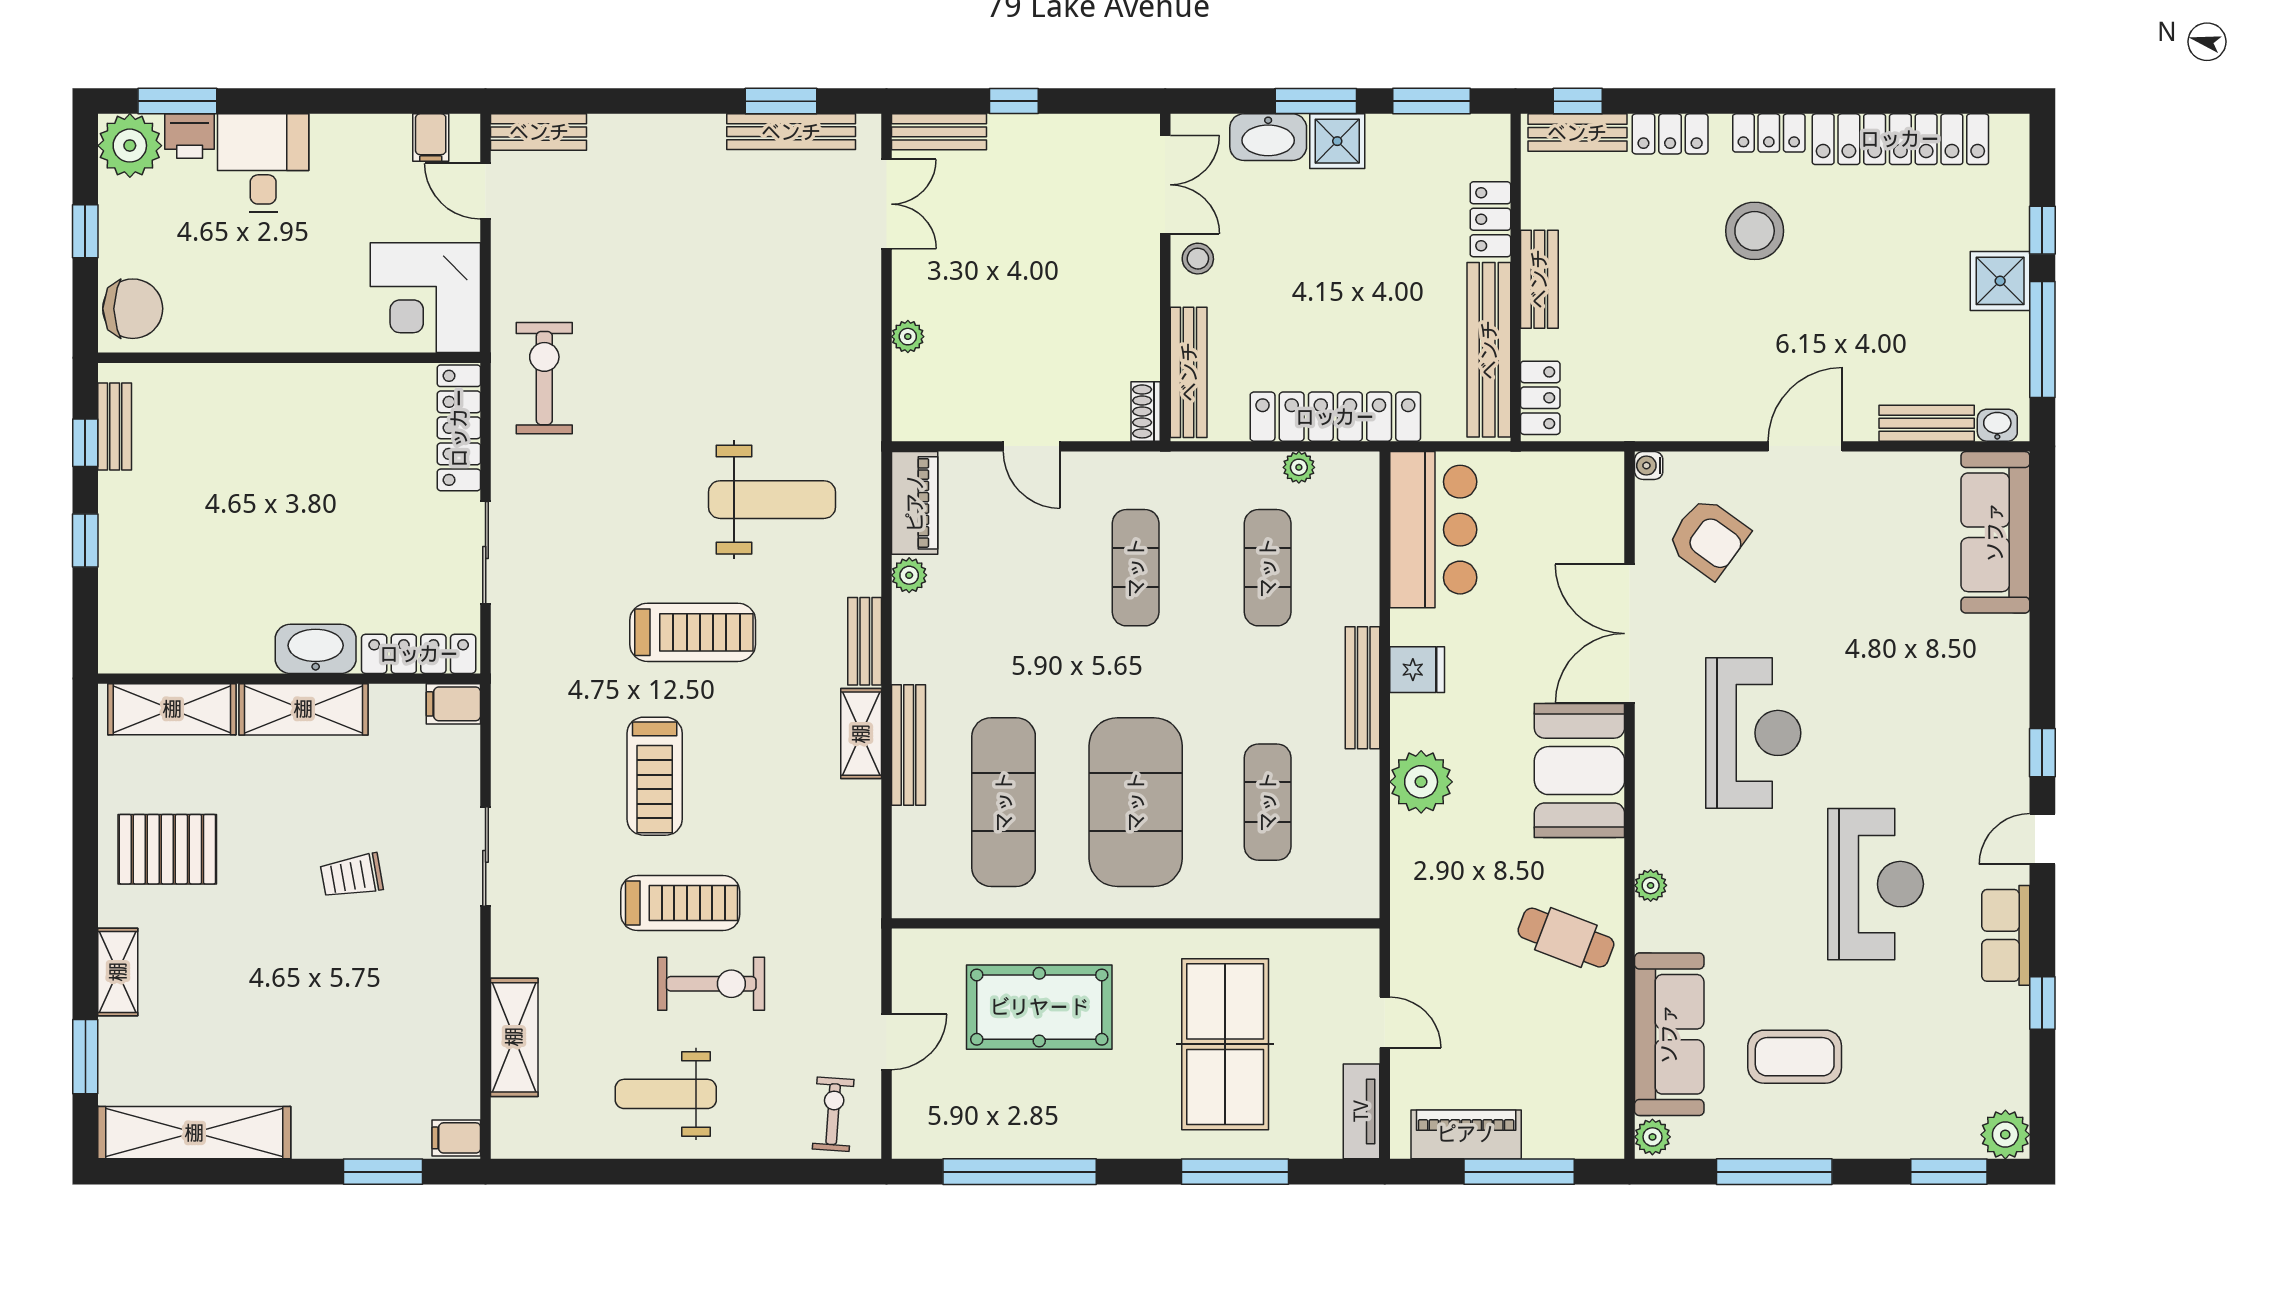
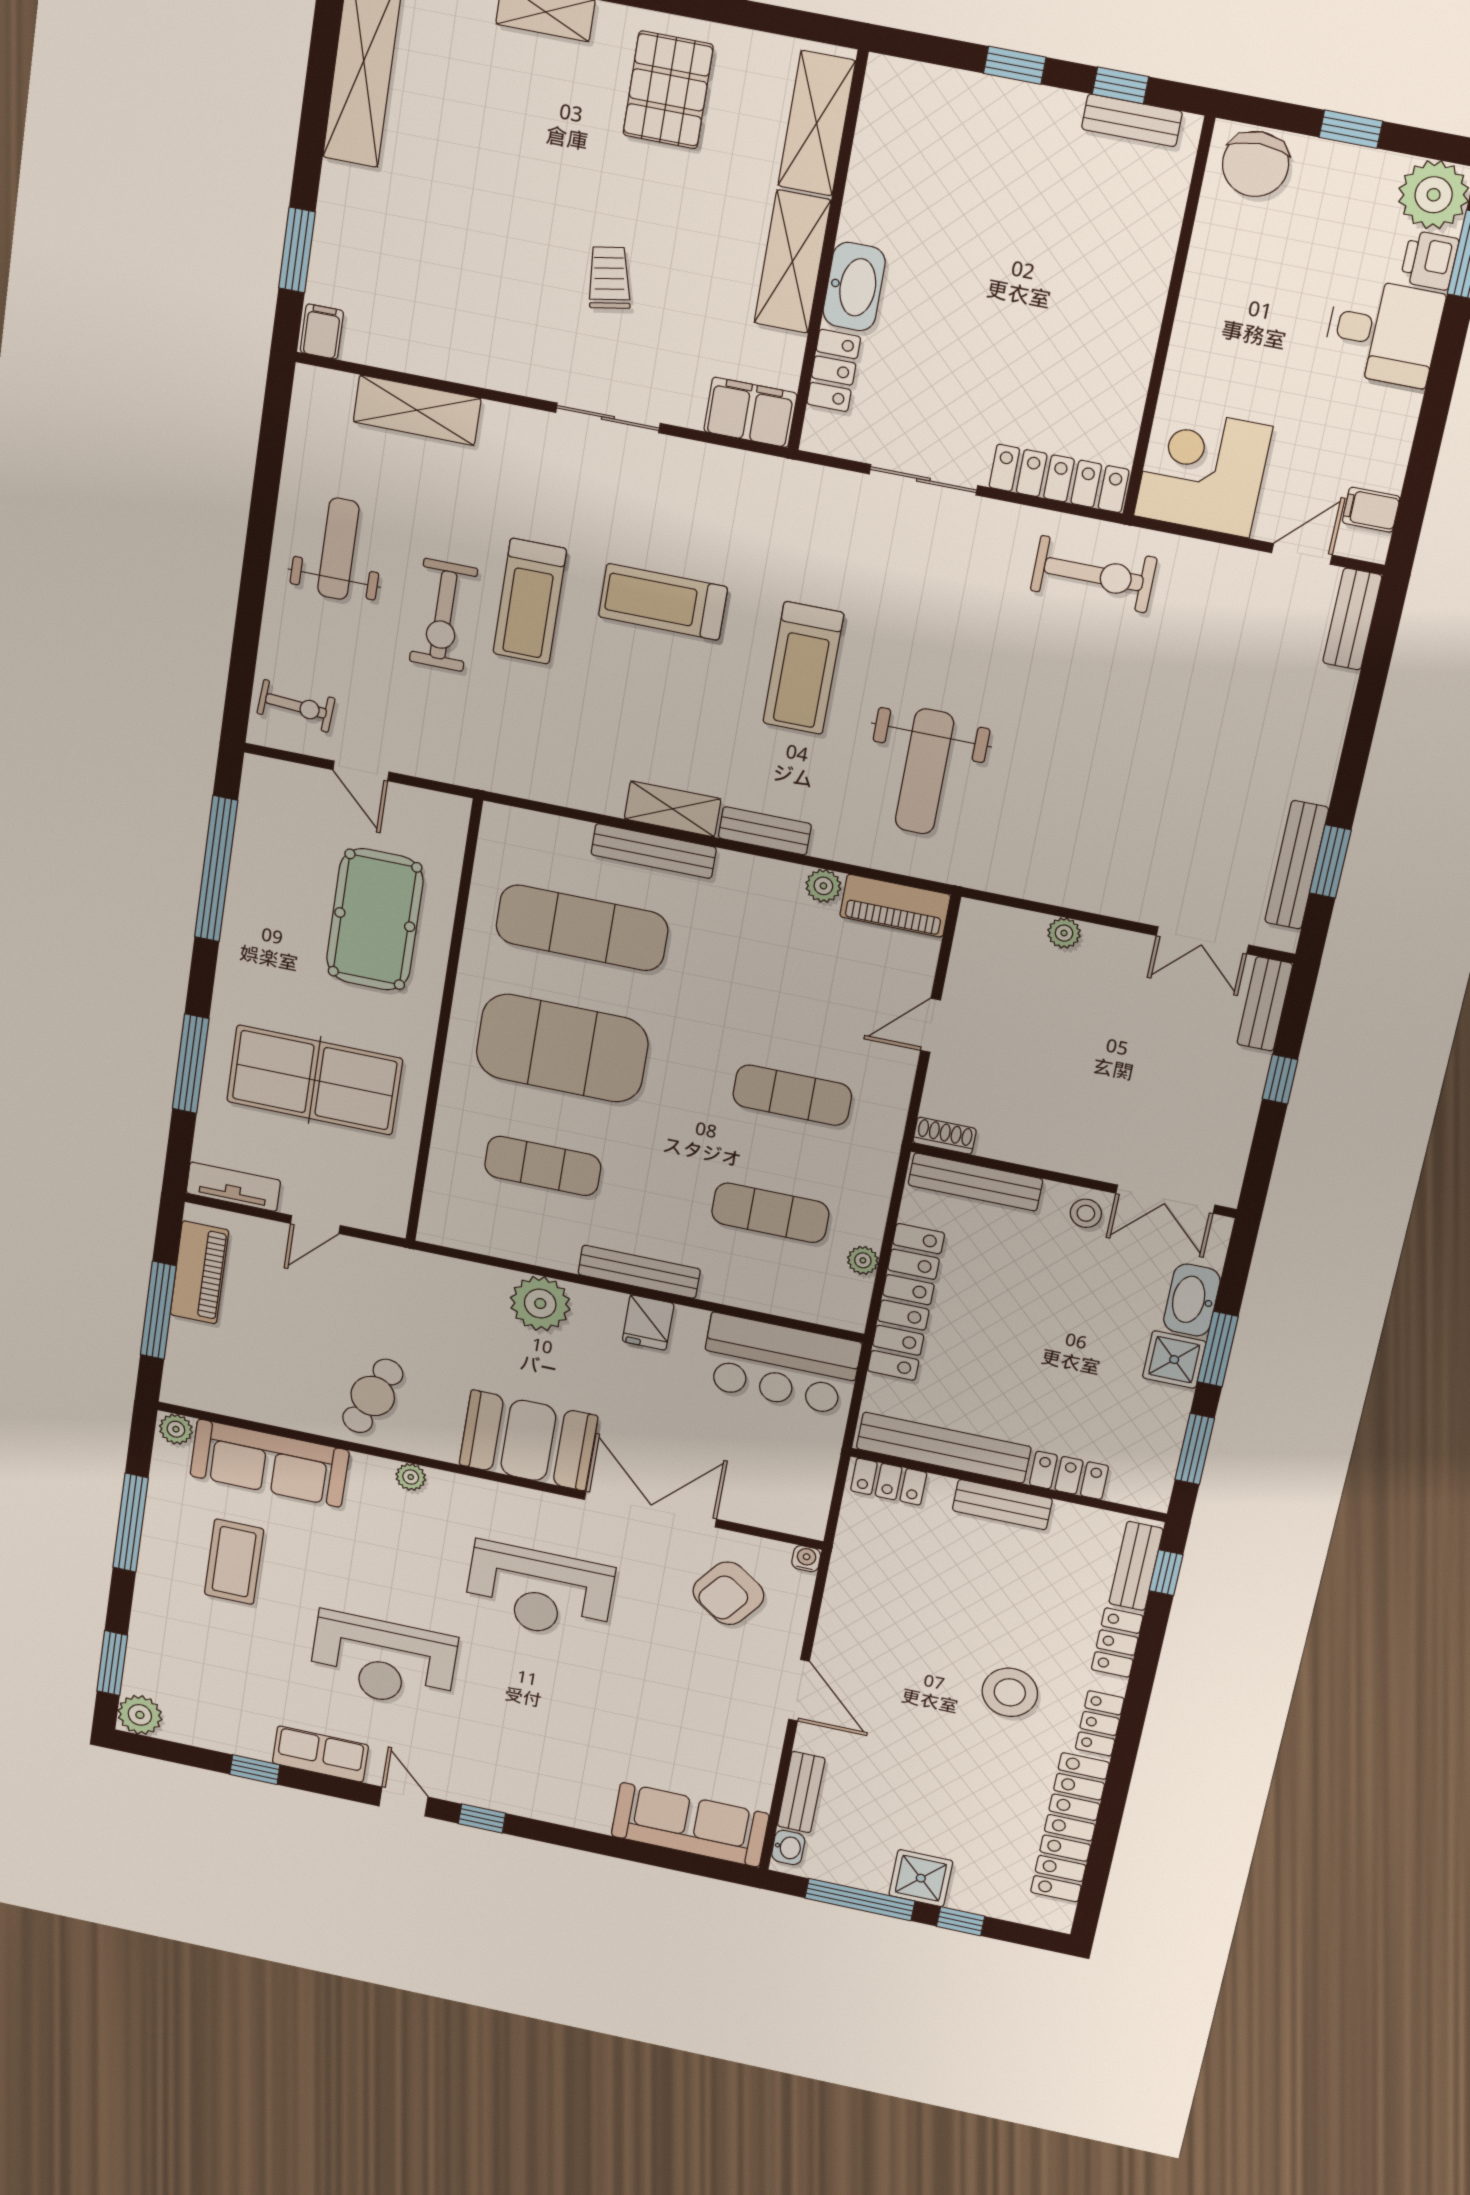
locker: (419, 654) -> (834, 371), width x0.66
filing cabinet: (453, 704) -> (750, 412), width x2.00

